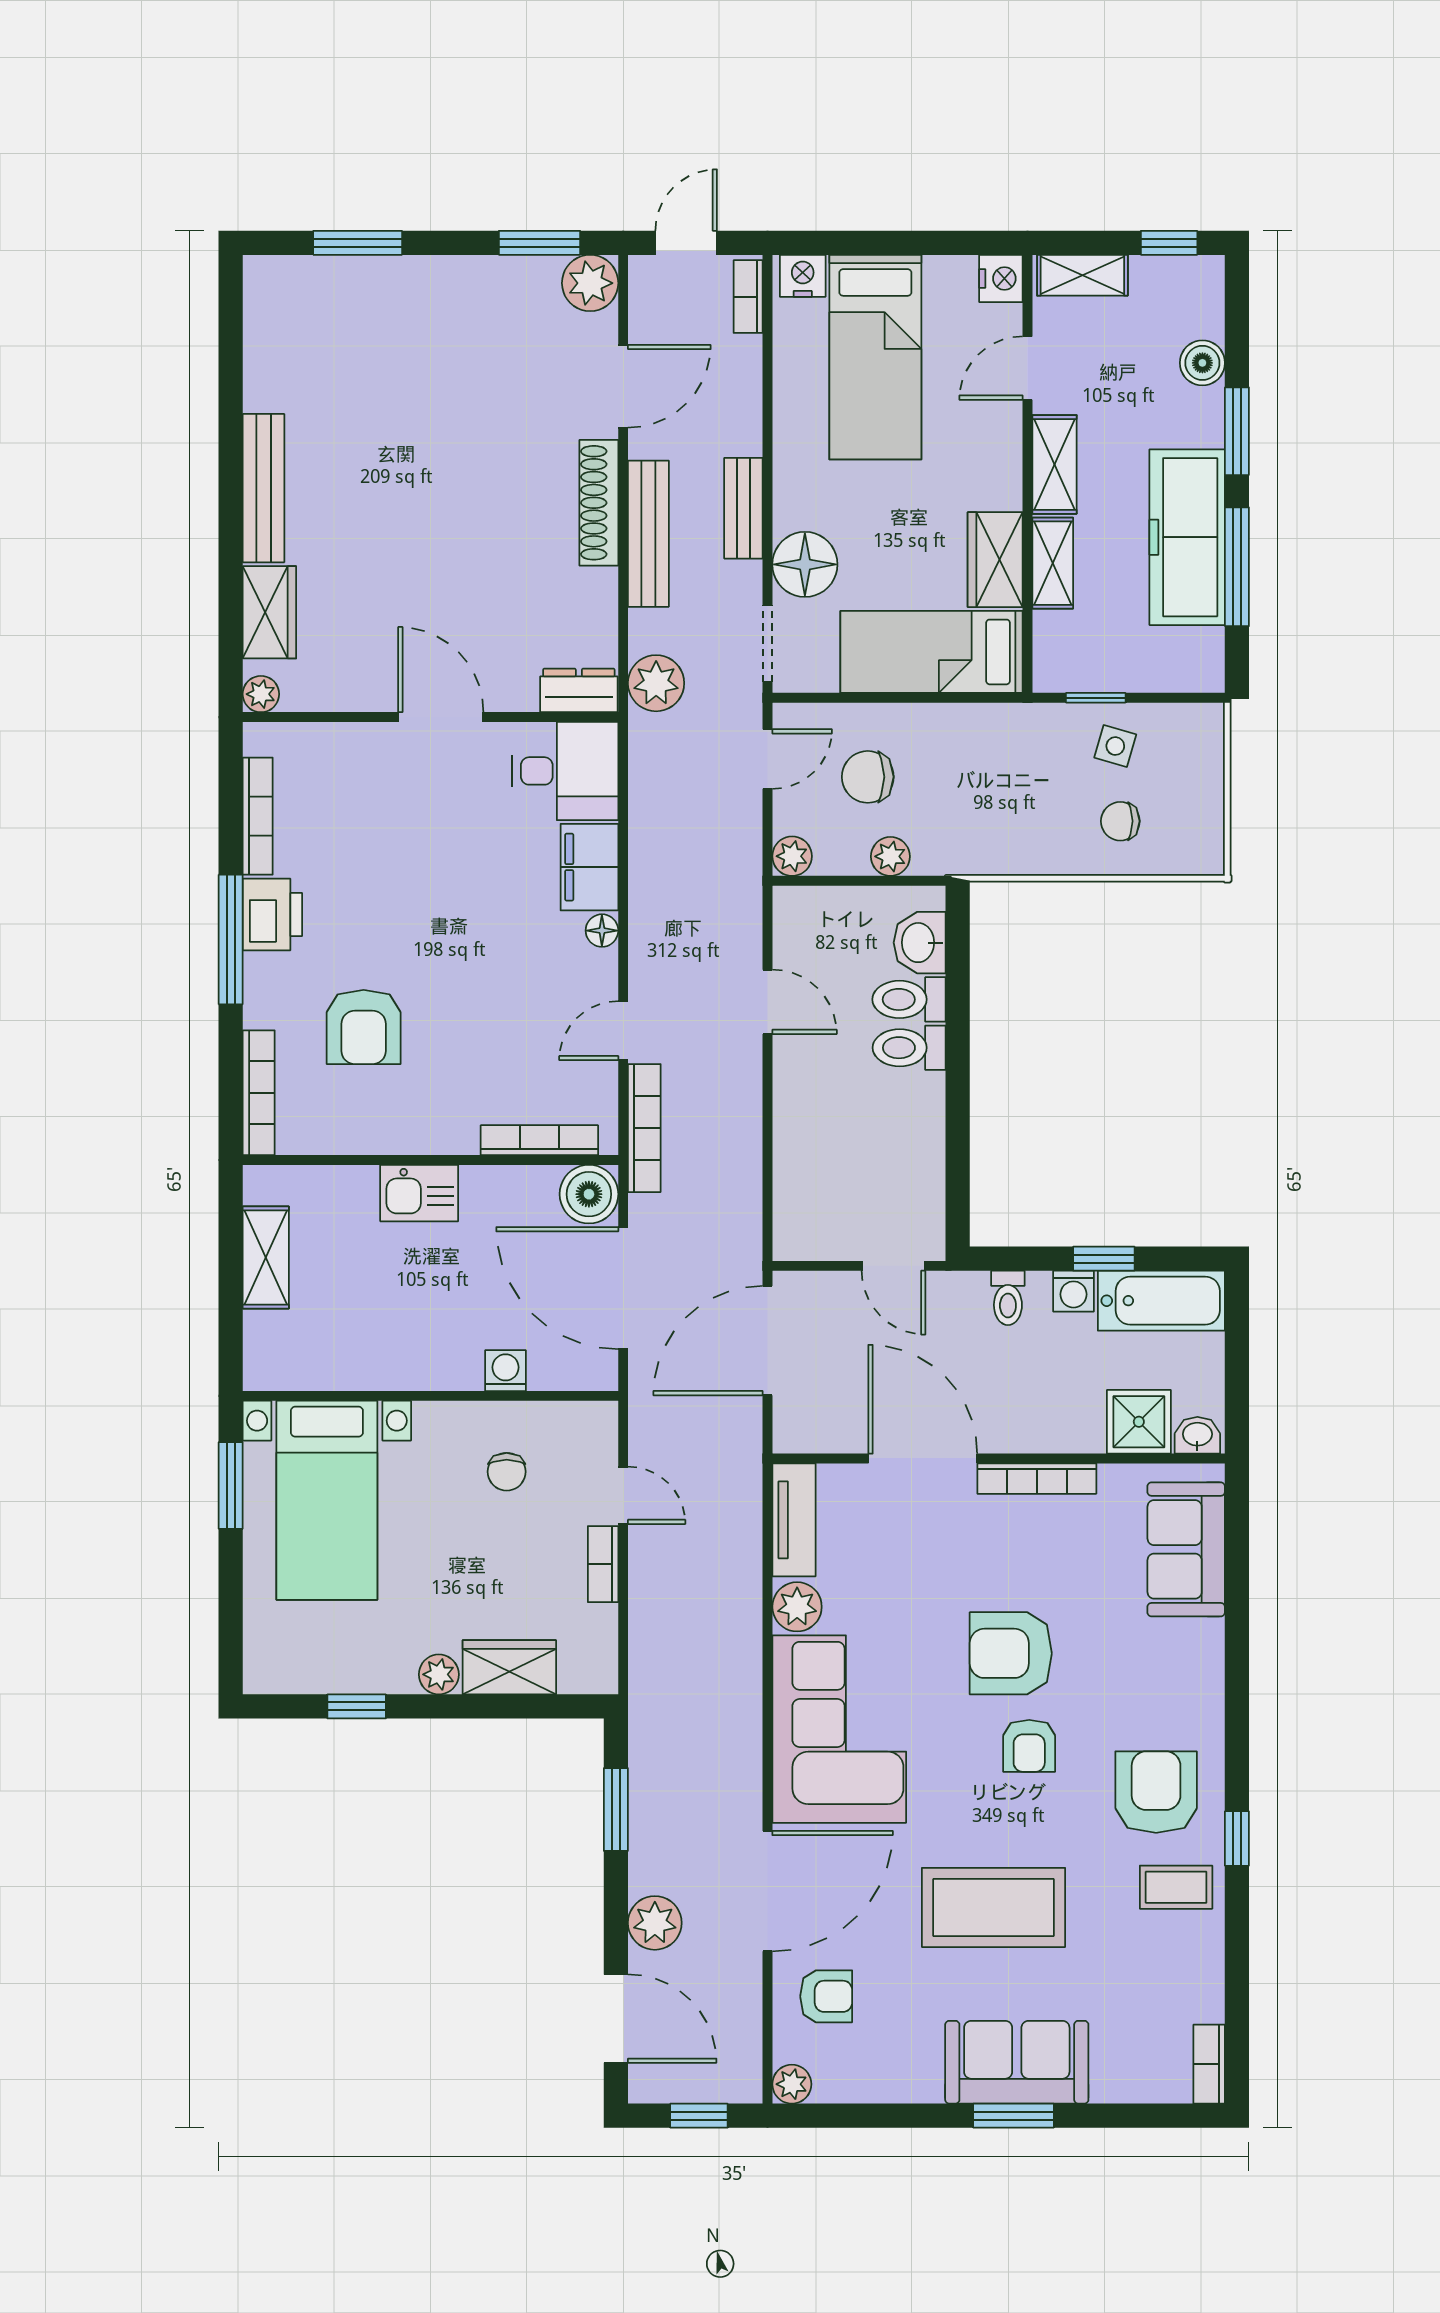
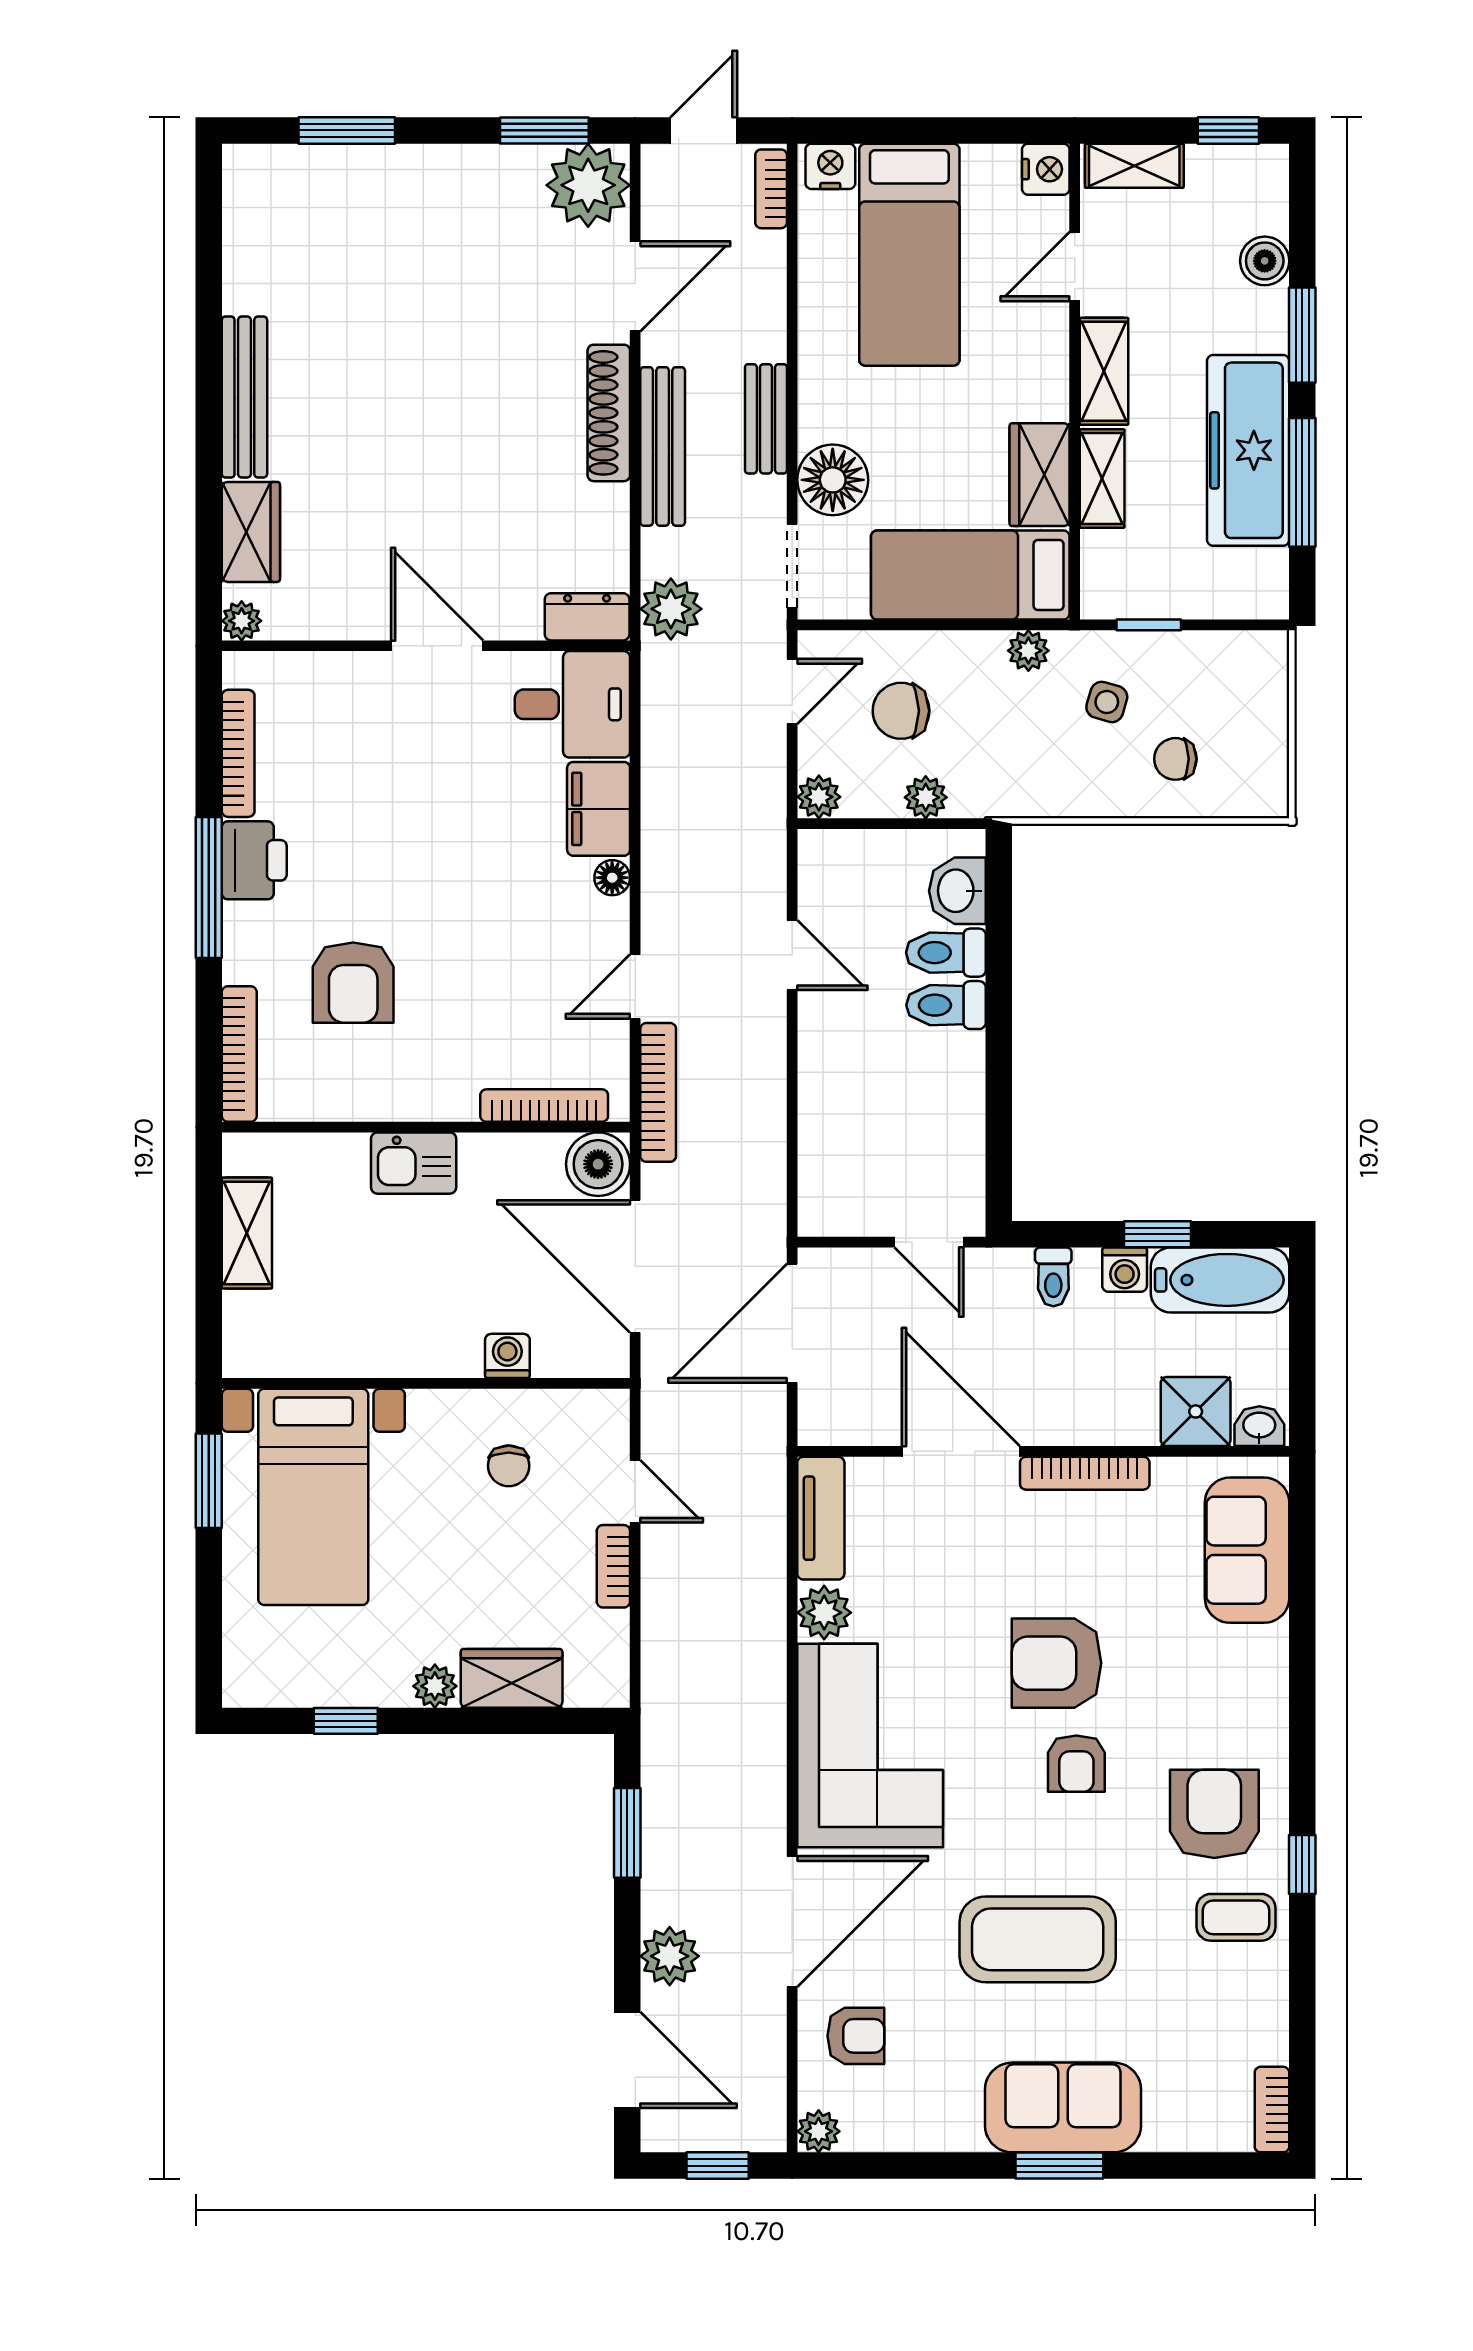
plant: (590, 283) -> (588, 185), width x1.36, depth x1.36
plant: (985, 721) -> (1028, 651), added
side table: (1115, 746) -> (1107, 702), moved

